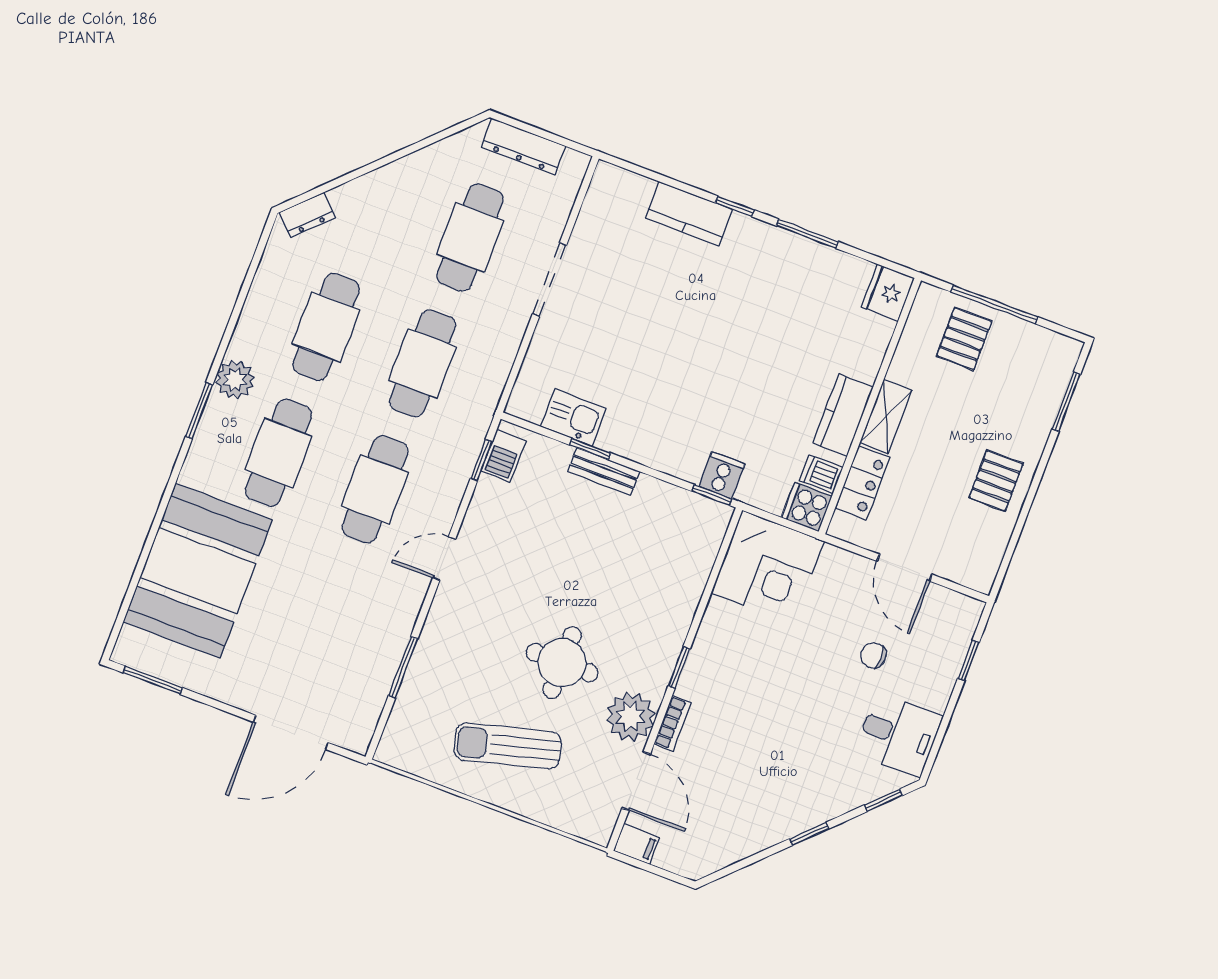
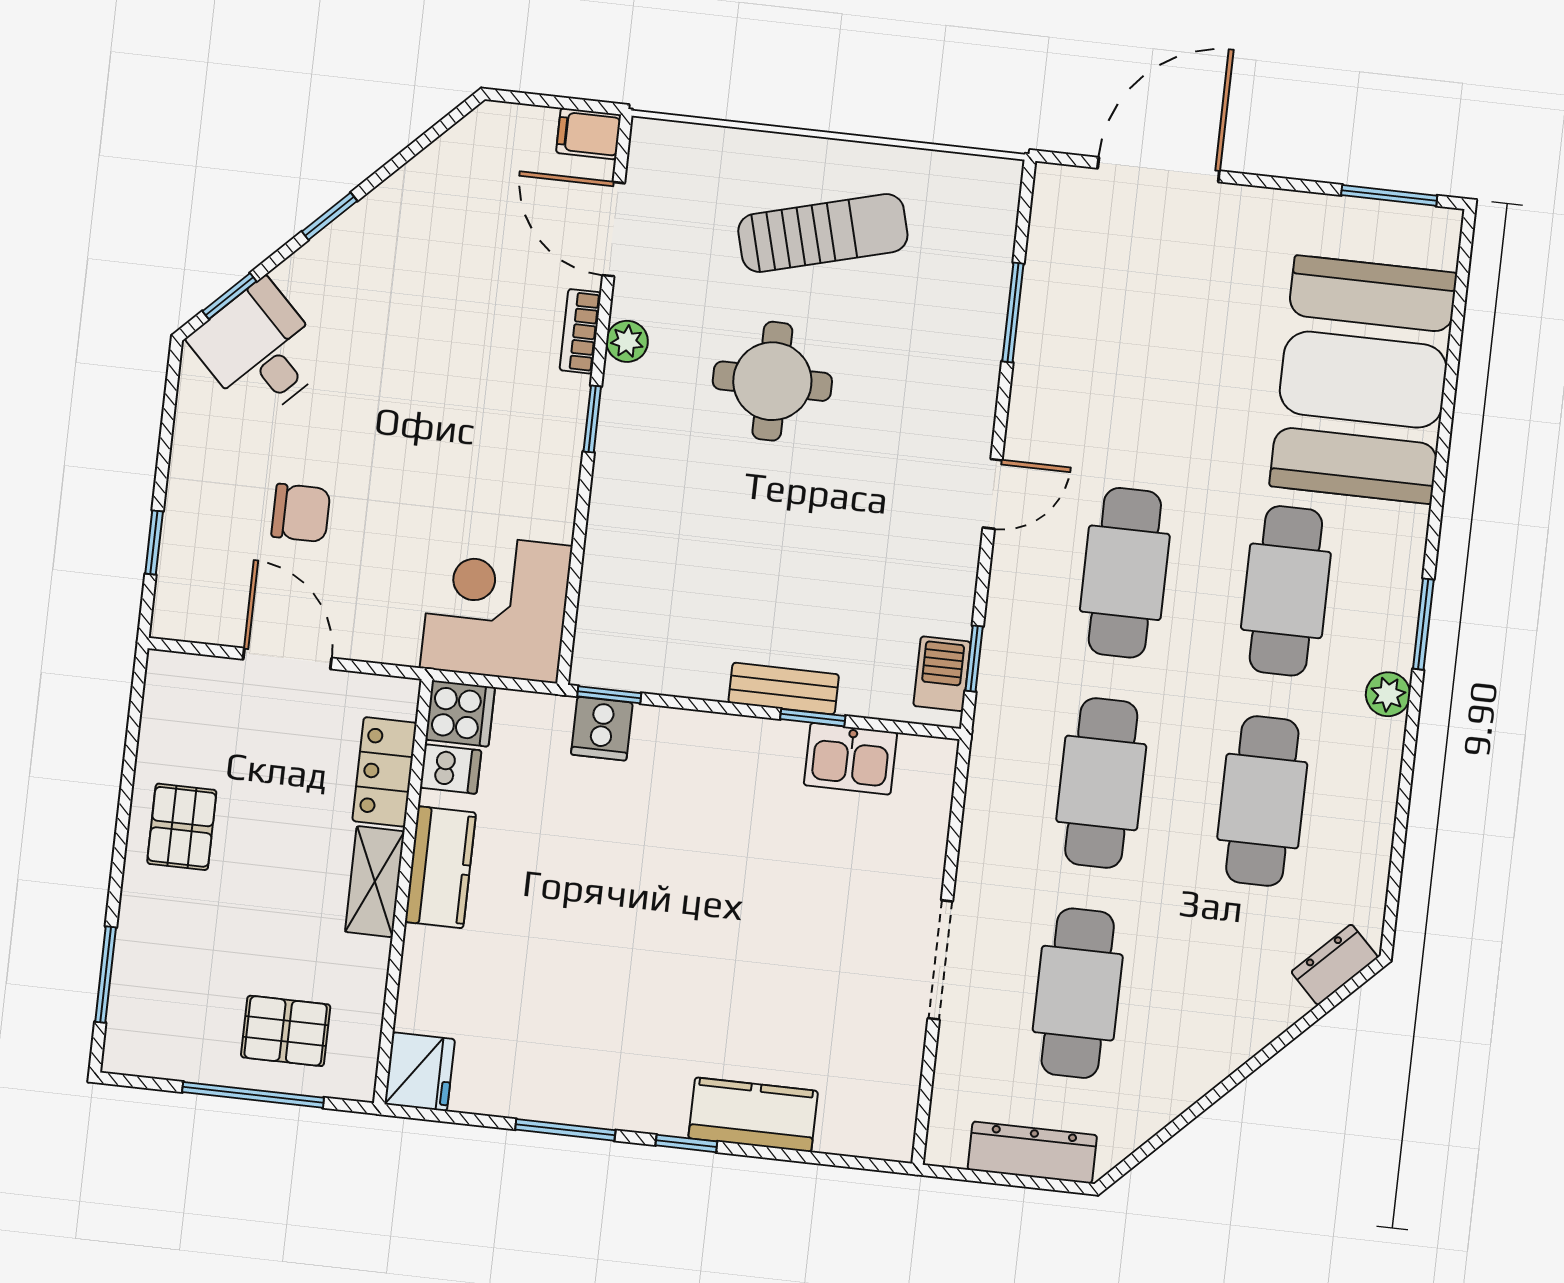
pallet: (964, 339) -> (286, 1031), turned 90
plant: (235, 380) -> (1388, 694), width x0.73, depth x0.73
chair: (873, 655) -> (301, 513), width x1.37, depth x1.37
plant: (631, 717) -> (627, 341), width x0.53, depth x0.53
desk: (899, 735) -> (260, 350), moved, turned 45

